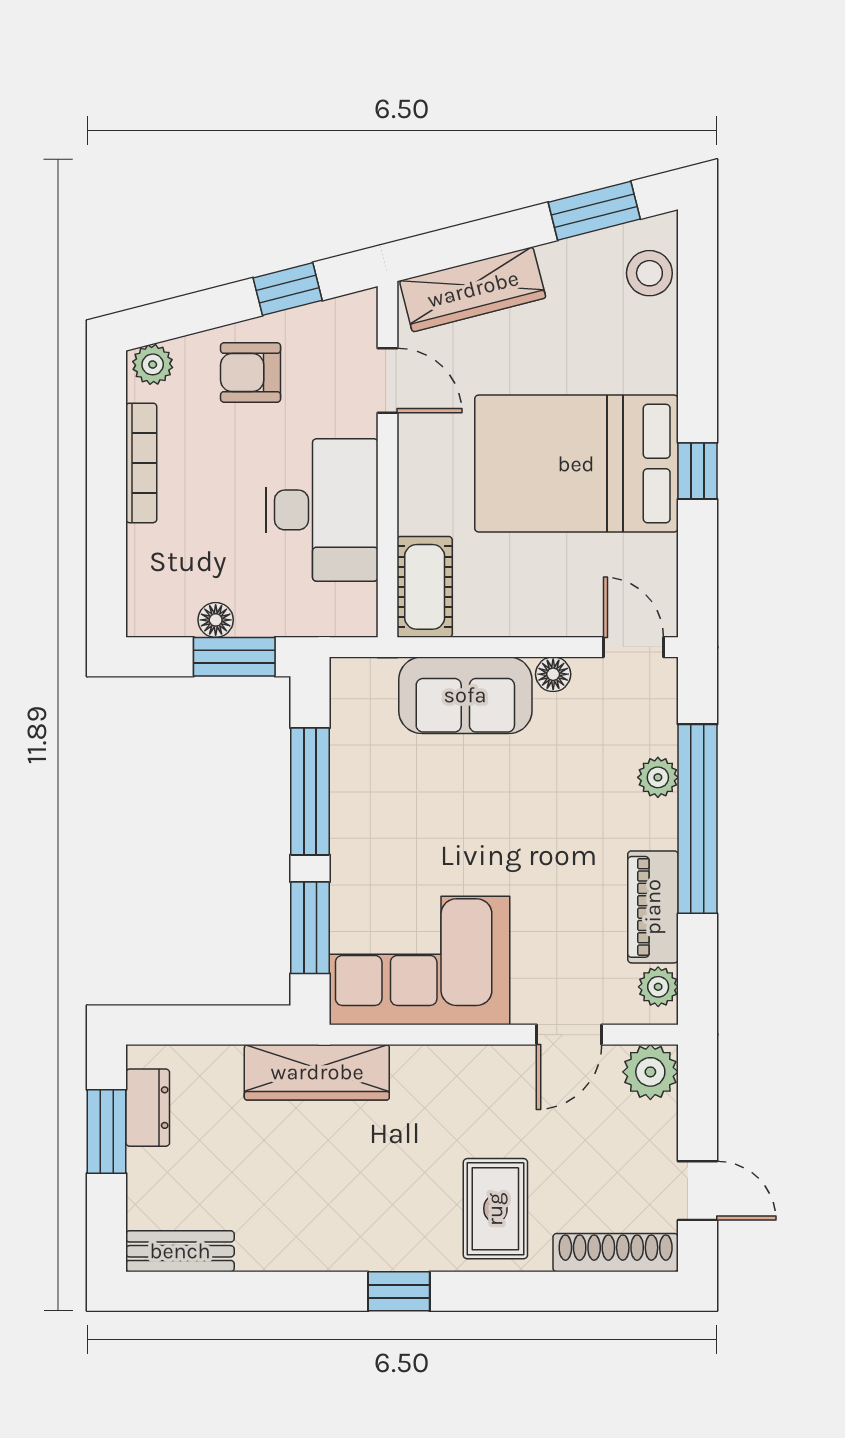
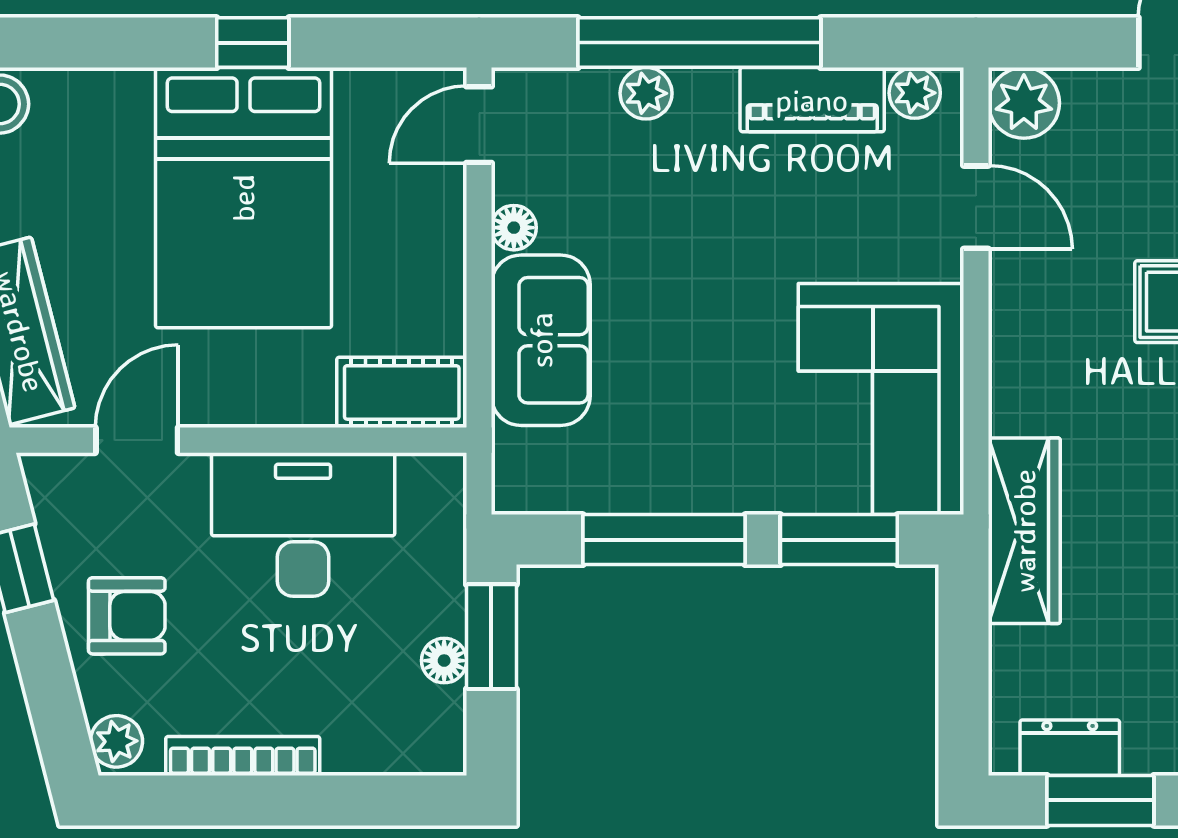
armchair: (251, 373) -> (127, 616), turned -90

